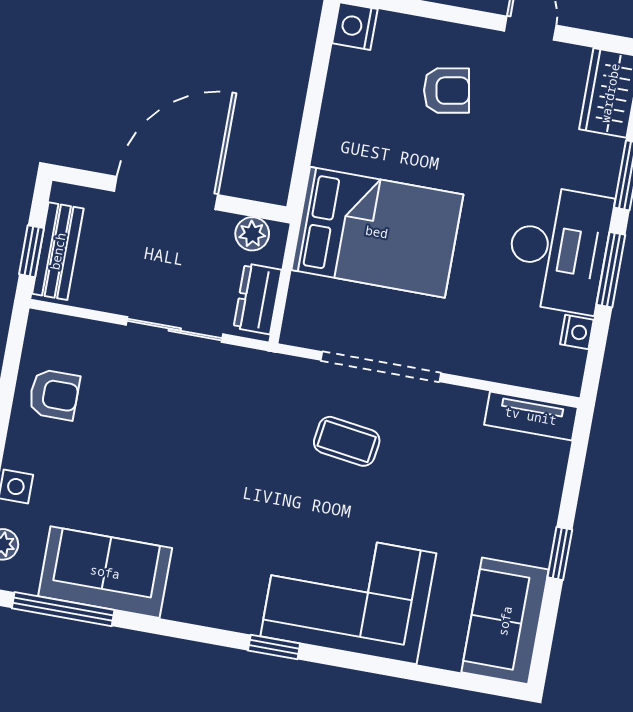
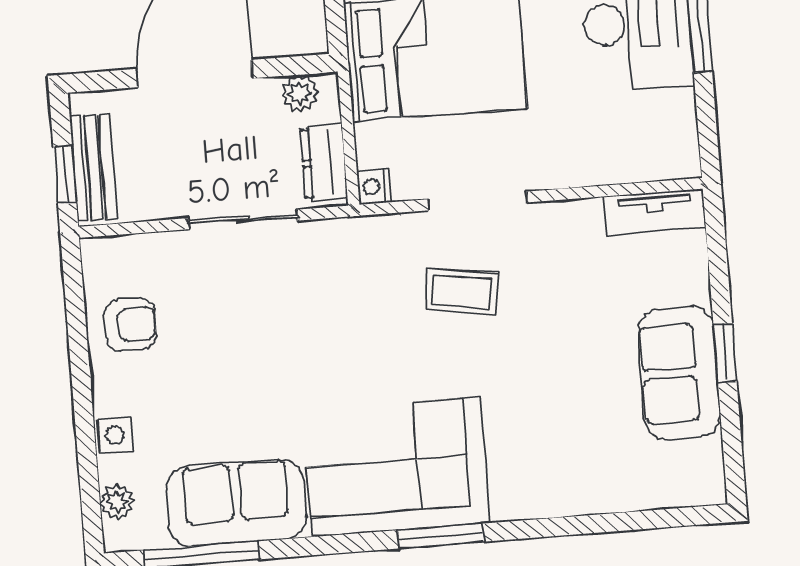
nightstand: (577, 332) -> (374, 187), moved, turned 180
doorway: (381, 367) -> (477, 201), width x0.73
corner sofa: (348, 595) -> (396, 467), moved
sofa: (505, 621) -> (679, 373), moved
window: (274, 647) -> (441, 536), width x1.50

